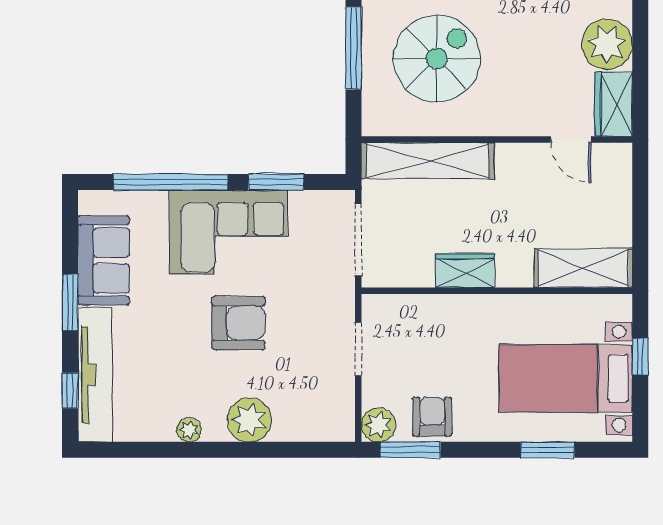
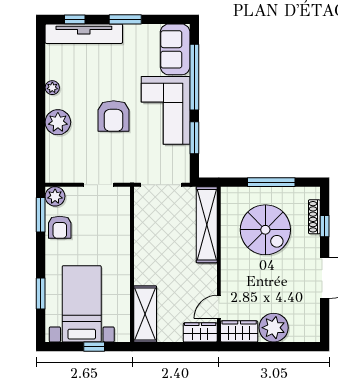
sofa: (104, 260) -> (175, 49), moved, turned 90
wardrobe: (465, 271) -> (200, 332), moved, turned -90
armchair: (432, 417) -> (60, 227), turned 90

